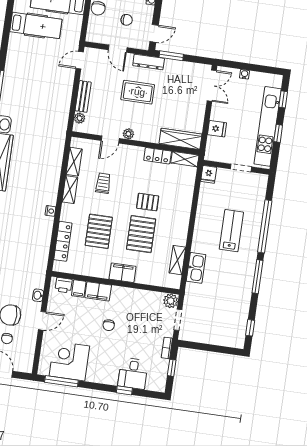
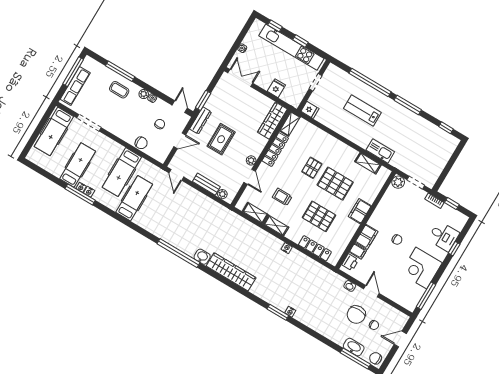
locker: (158, 156) -> (275, 150), width x1.53
corner desk: (69, 361) -> (421, 268), moved

